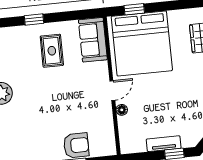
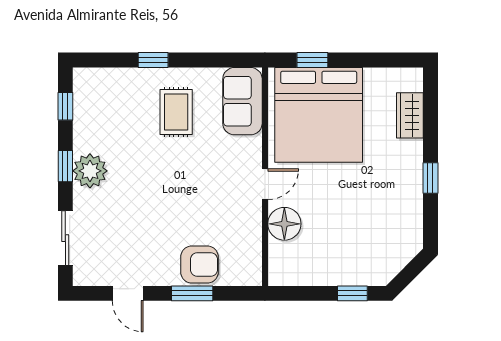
floor lamp: (122, 110) -> (284, 224), width x1.89, depth x1.89
tv unit: (164, 144) -> (337, 276), removed

